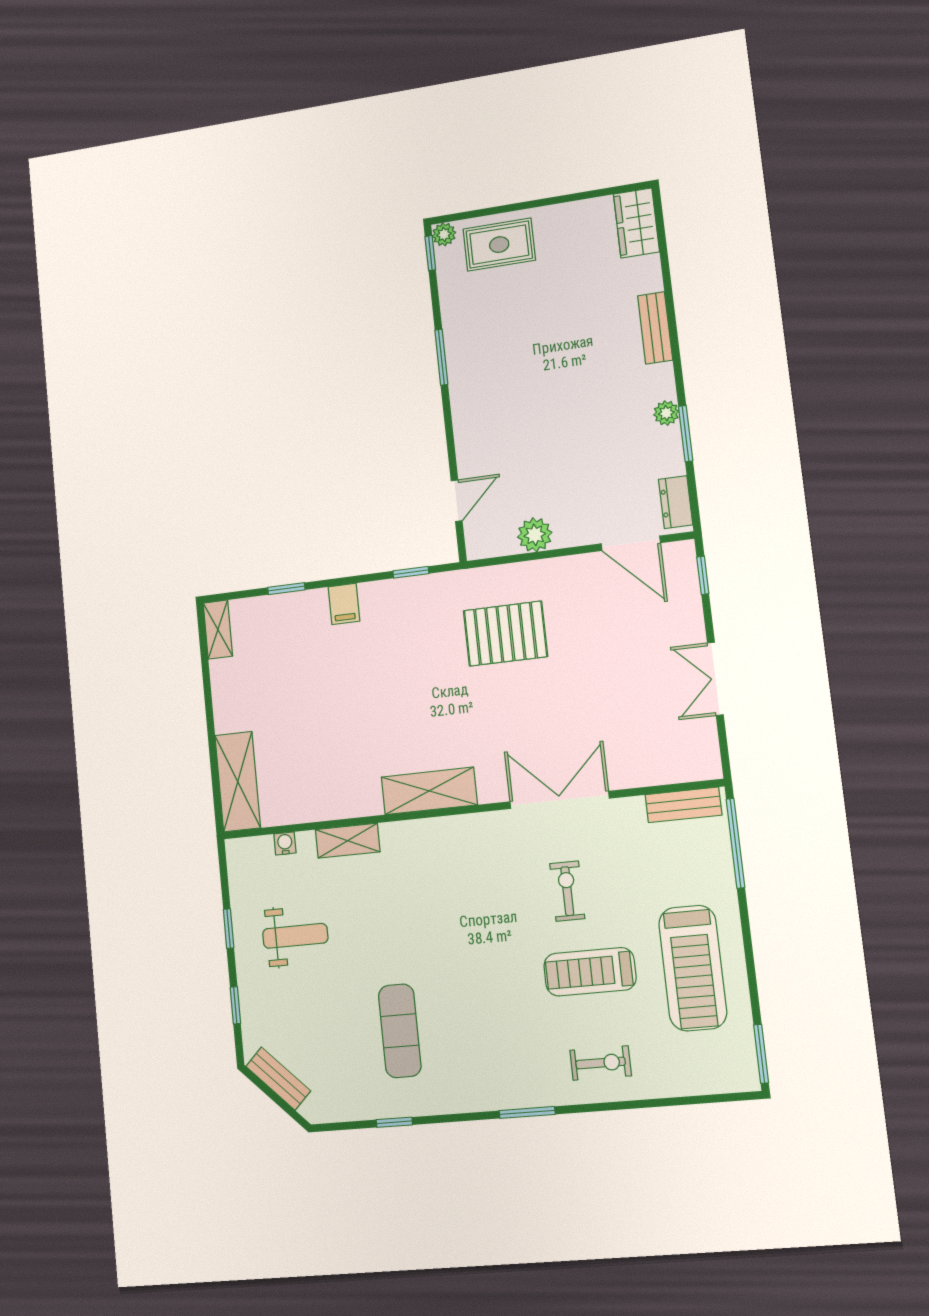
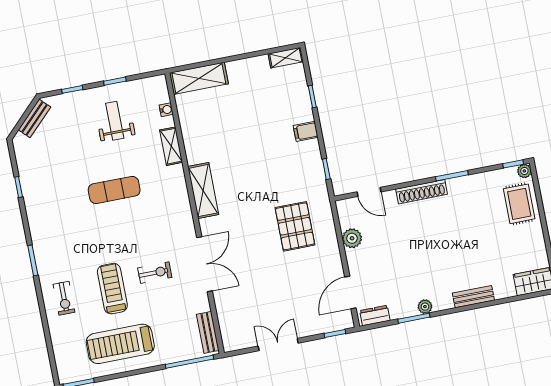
shoe rack: (464, 410) -> (422, 192), added
weight bench: (295, 936) -> (115, 121), turned 180
exercise mat: (400, 1031) -> (114, 190), moved

